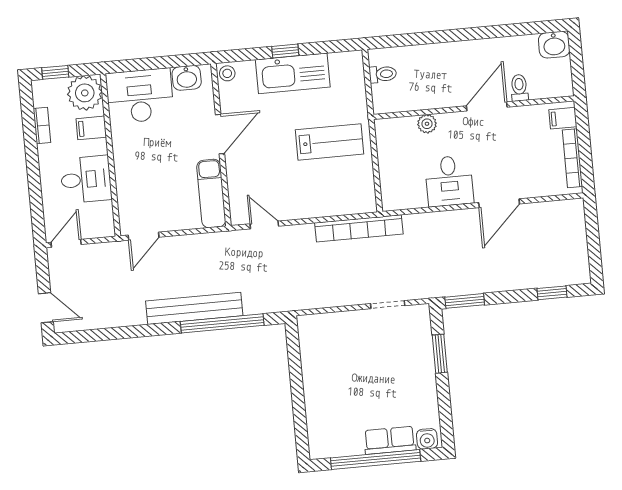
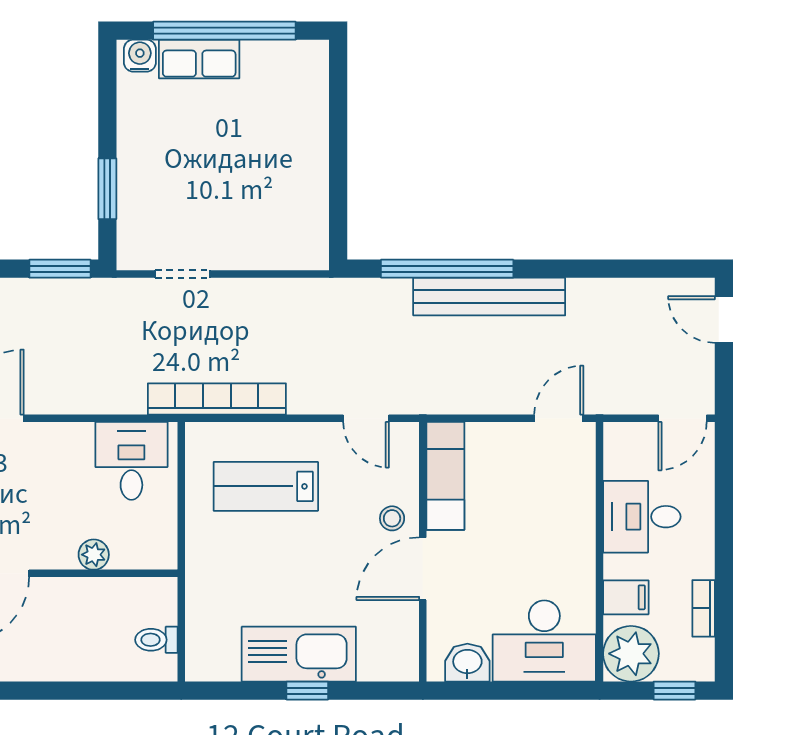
stool: (227, 73) -> (392, 518), moved
lab bench: (330, 142) -> (266, 486), moved
desk: (449, 181) -> (131, 461), moved

